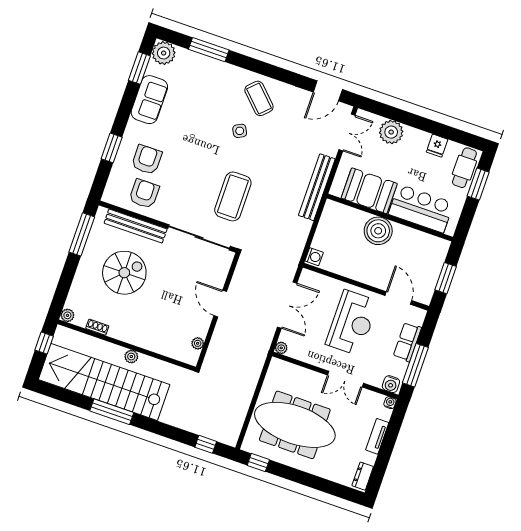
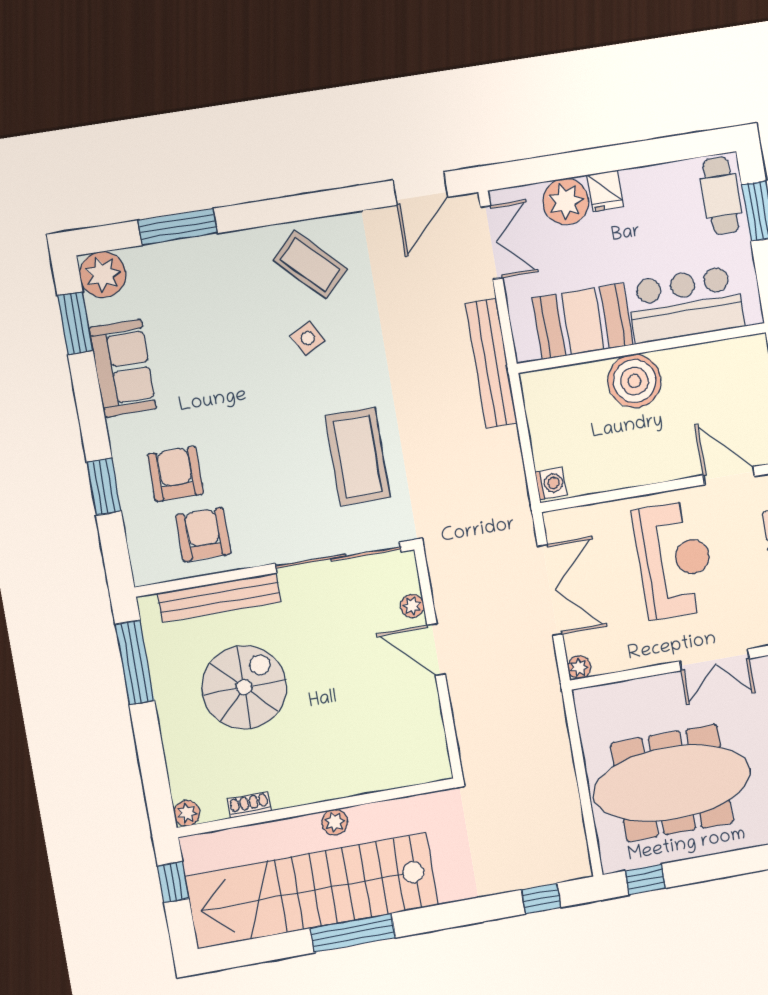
fridge: (437, 146) -> (605, 191), moved
plant: (198, 343) -> (412, 606), moved

